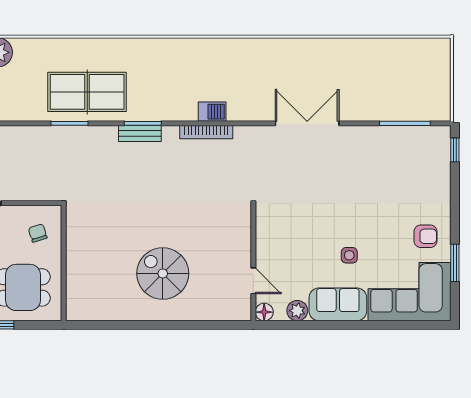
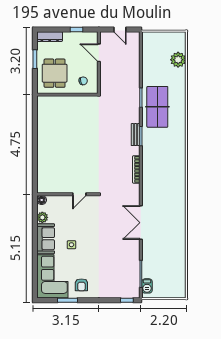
barbecue: (212, 112) -> (147, 286), moved
double door: (307, 123) -> (141, 223), swing flipped
spiral stairs: (163, 273) -> (62, 147), removed
door: (253, 281) -> (79, 194), moved

